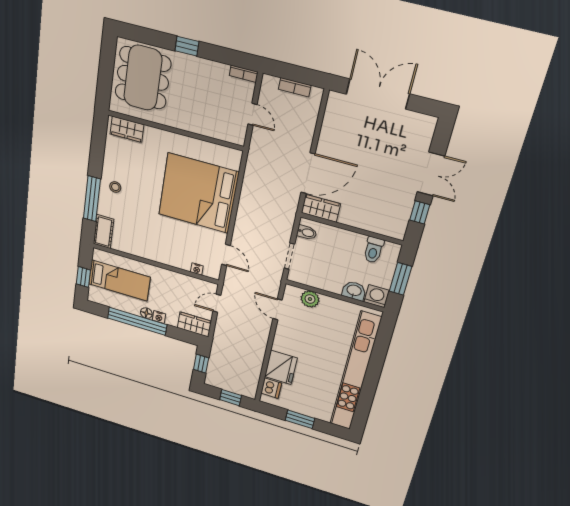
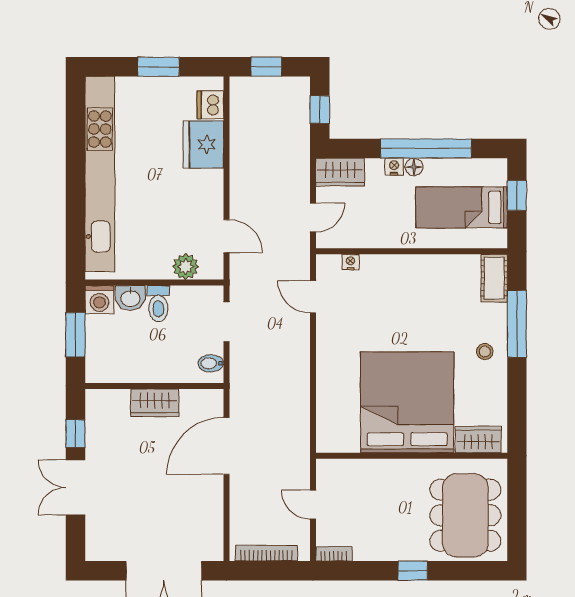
bookcase: (295, 87) -> (266, 553), width x1.56
bed: (198, 193) -> (407, 402), moved, turned -90
wardrobe: (321, 208) -> (155, 403), moved
toilet: (373, 250) -> (158, 304), moved, turned 180

